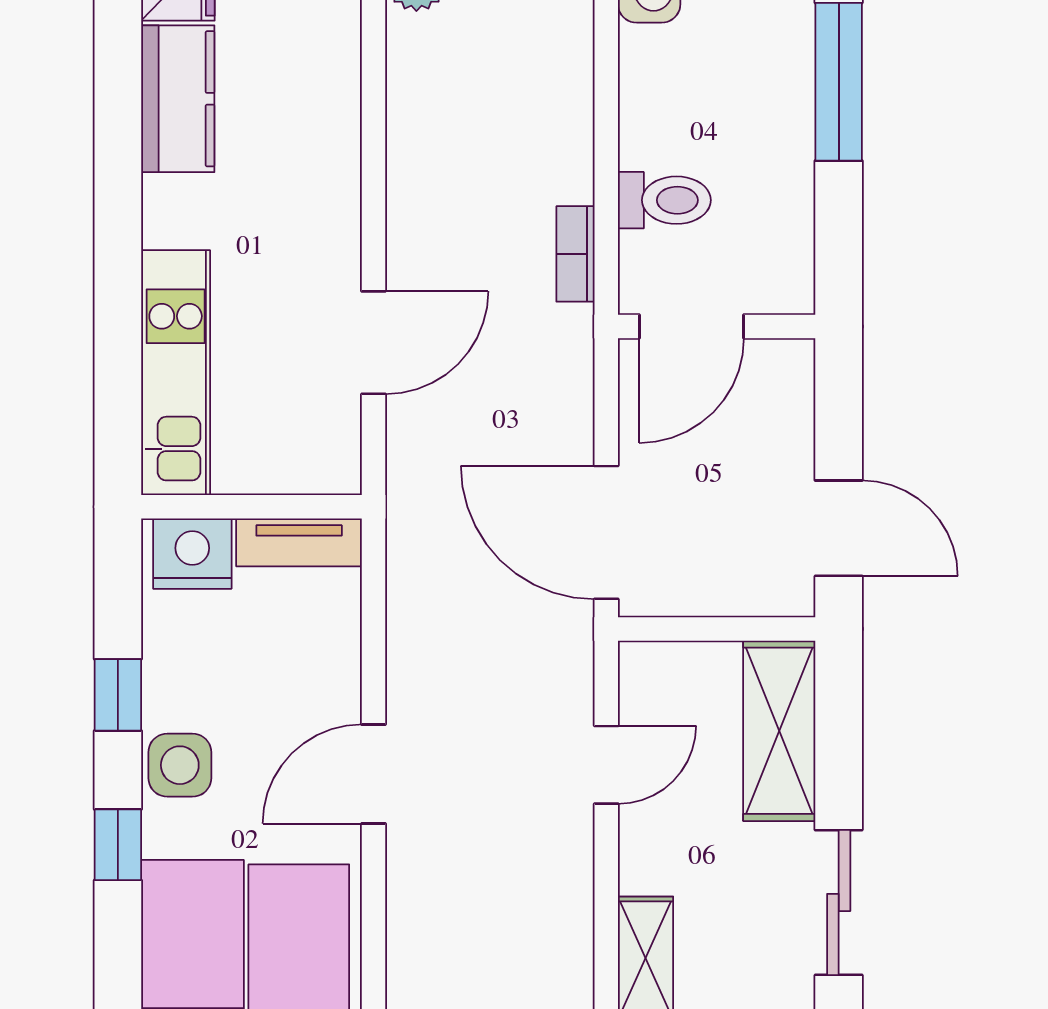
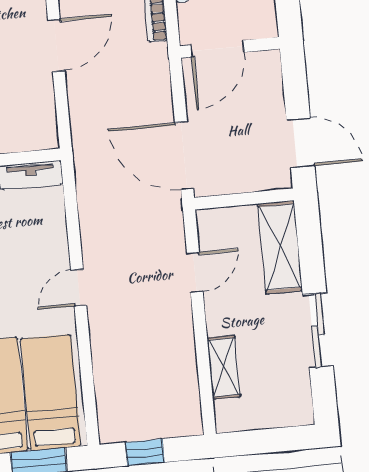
door: (374, 343) -> (56, 45), moved
door: (374, 774) -> (79, 288), width x0.73

